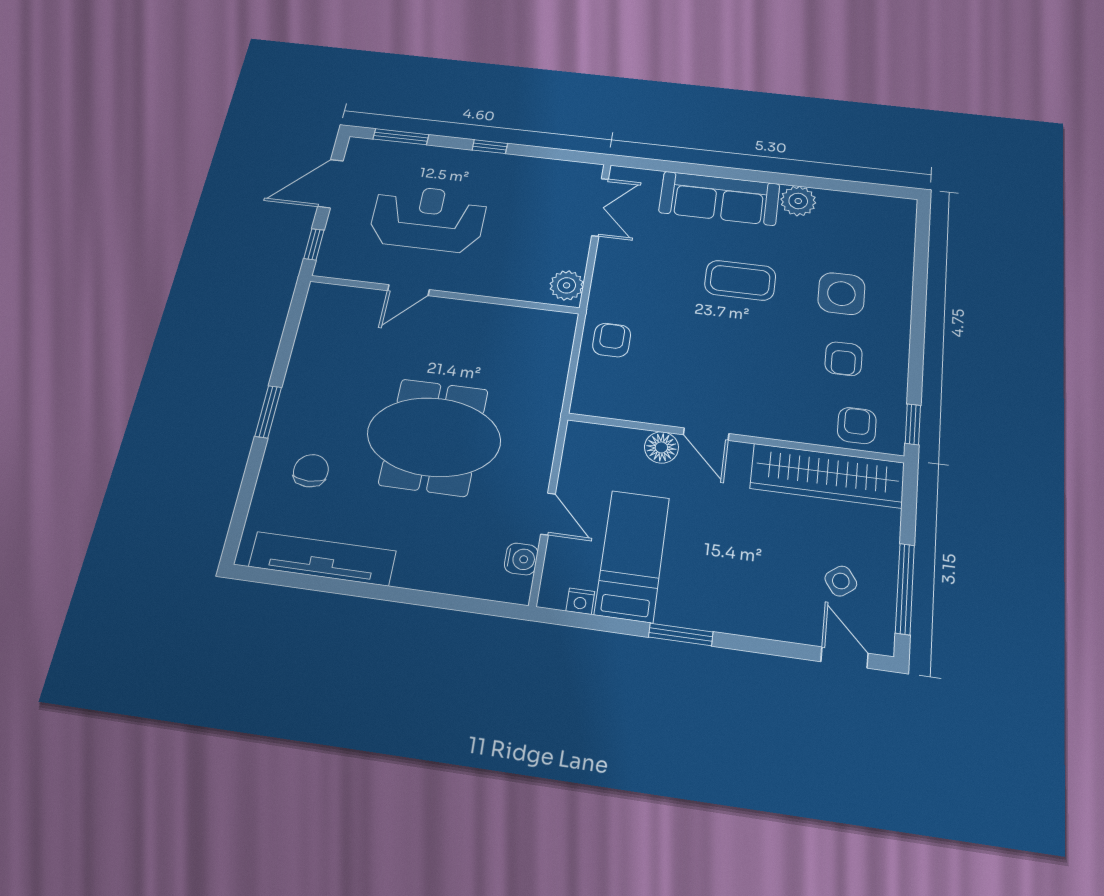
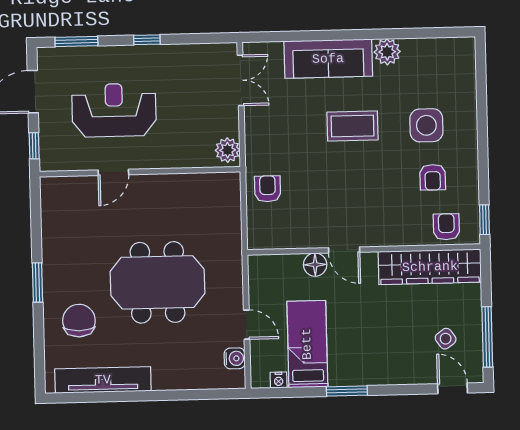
chair: (311, 471) -> (79, 321), width x1.37, depth x1.37

